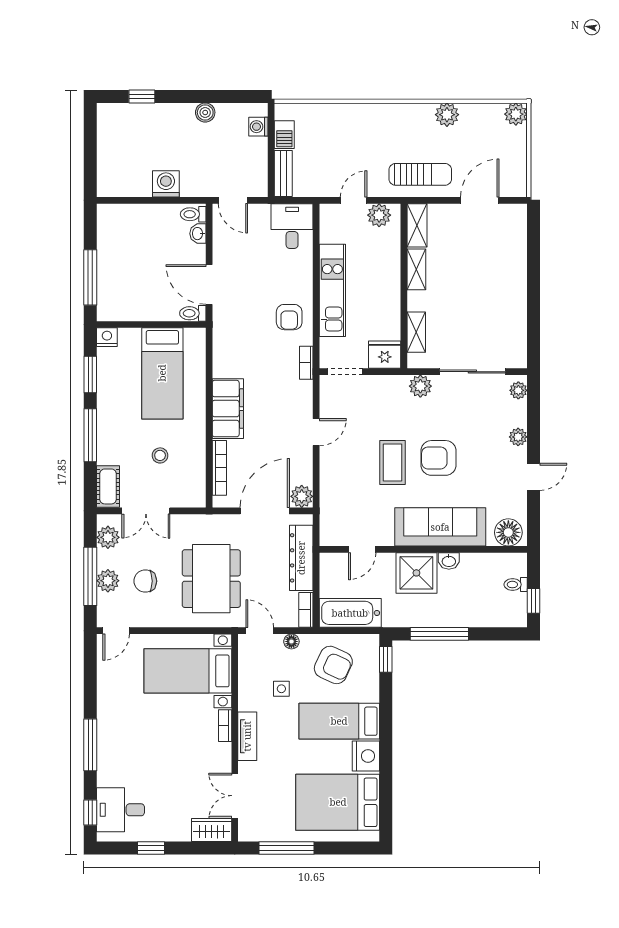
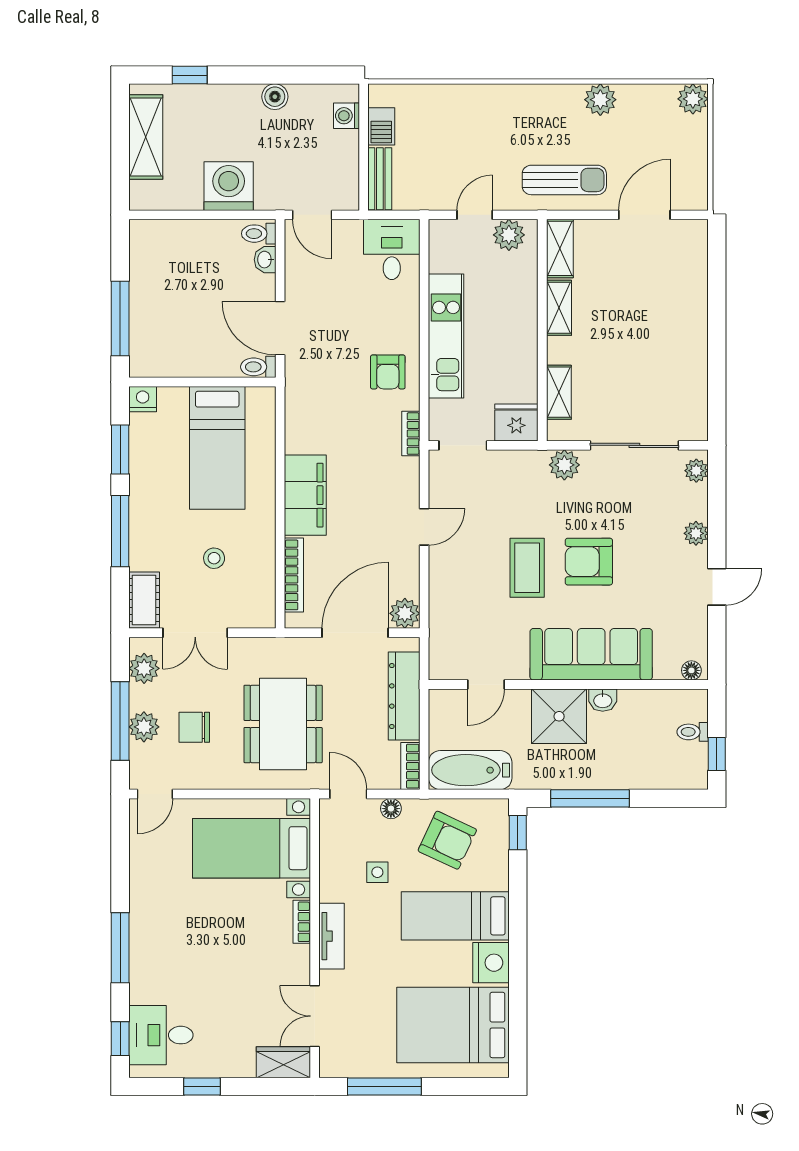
shelving: (109, 142) -> (146, 137), added
washing machine: (166, 184) -> (229, 186), width x1.37, depth x1.37
floor lamp: (508, 532) -> (691, 670), width x0.53, depth x0.53

